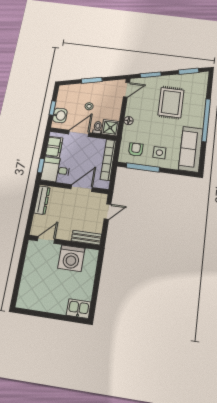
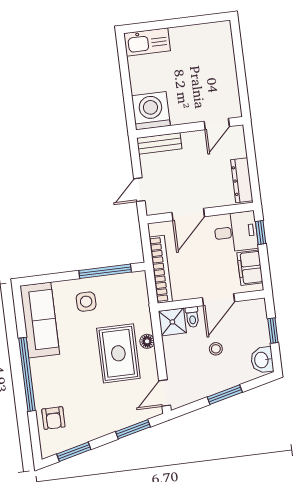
rug: (171, 102) -> (118, 353), moved
washbasin: (60, 115) -> (262, 360), moved
armchair: (136, 150) -> (53, 418), moved
washing machine: (71, 258) -> (151, 111), moved
kitchen sink: (79, 309) -> (147, 42), width x1.38

